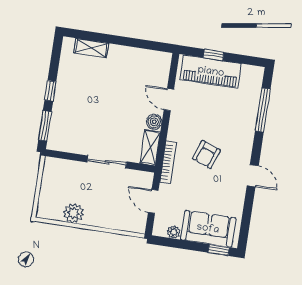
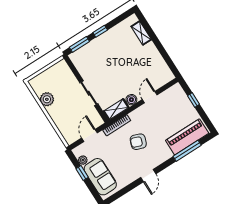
piano: (211, 72) -> (187, 137), moved, turned 90
window: (219, 250) -> (82, 173), moved

